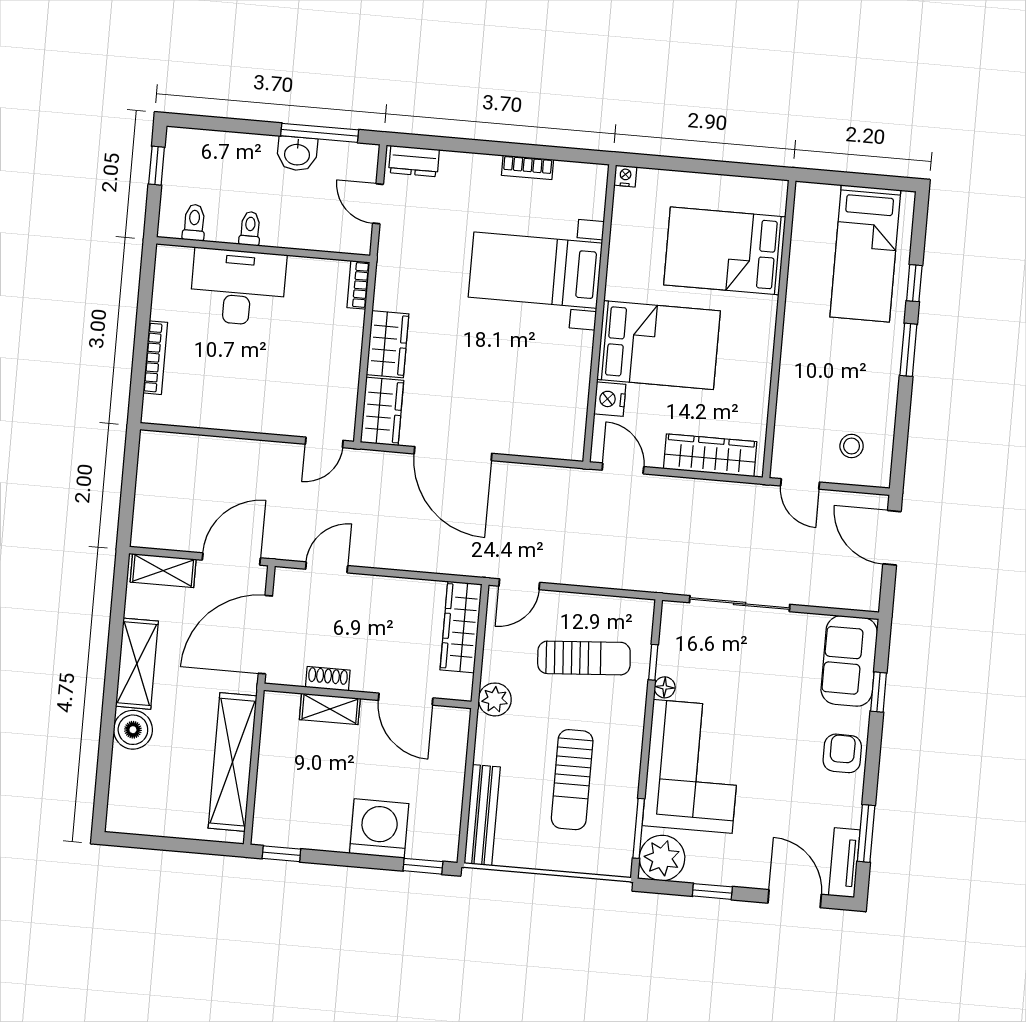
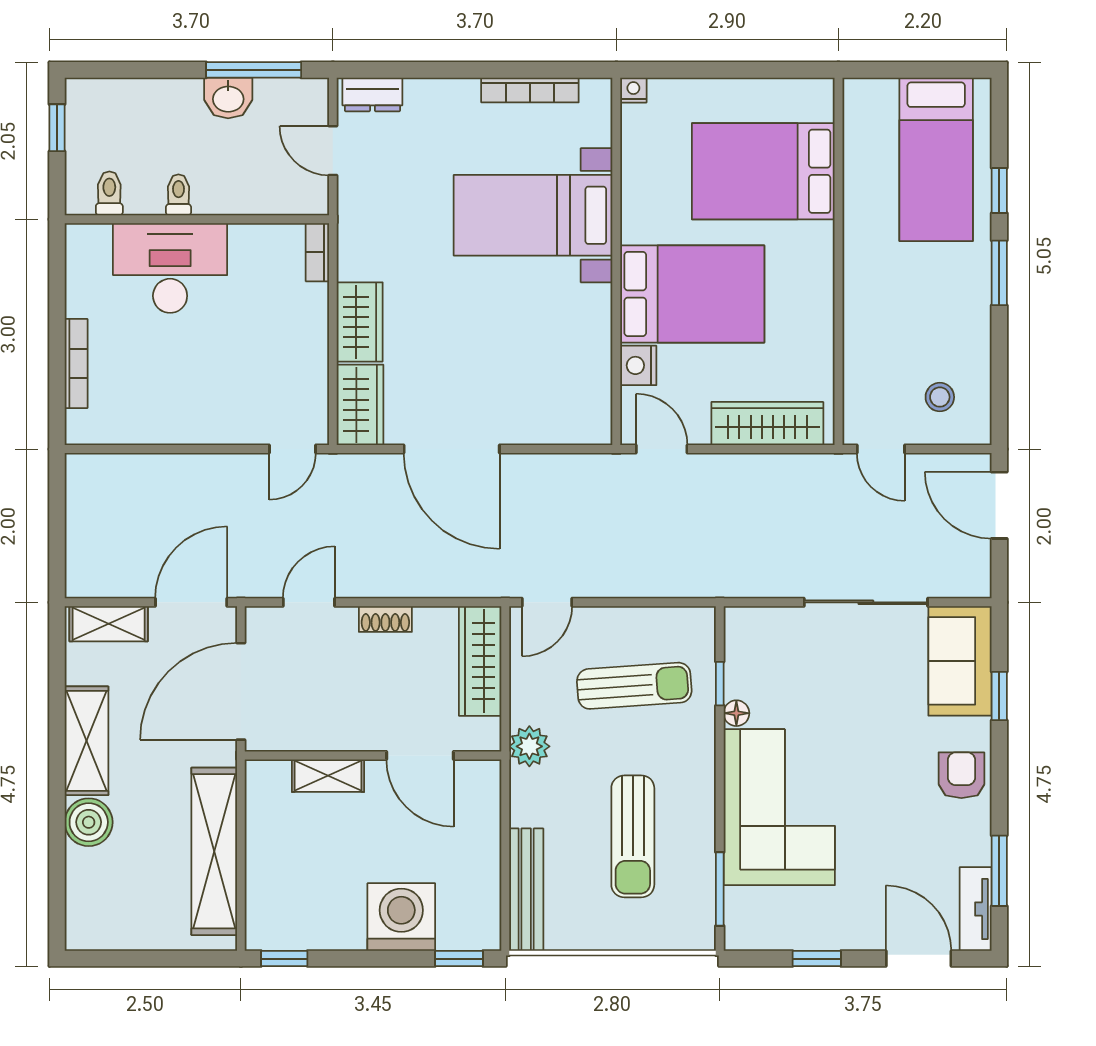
bookcase: (527, 167) -> (530, 90), width x1.56
sliding door: (740, 604) -> (866, 602), moved
shoe rack: (328, 679) -> (385, 619), moved, turned 180
plant: (662, 858) -> (752, 923), removed

